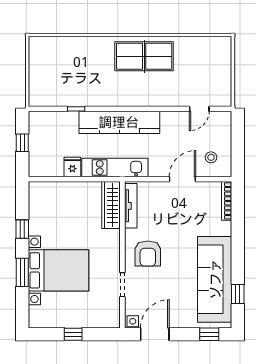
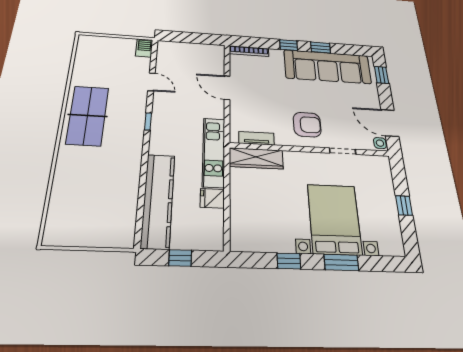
barbecue: (221, 99) -> (144, 48), added
window: (76, 109) -> (148, 121), moved
door: (199, 109) -> (151, 82), moved
kitchen counter: (119, 122) -> (158, 200), moved
stool: (211, 157) -> (205, 61), removed
tv unit: (131, 206) -> (256, 138), width x0.71
window: (238, 241) -> (289, 45), added
window: (238, 294) -> (321, 47), moved

